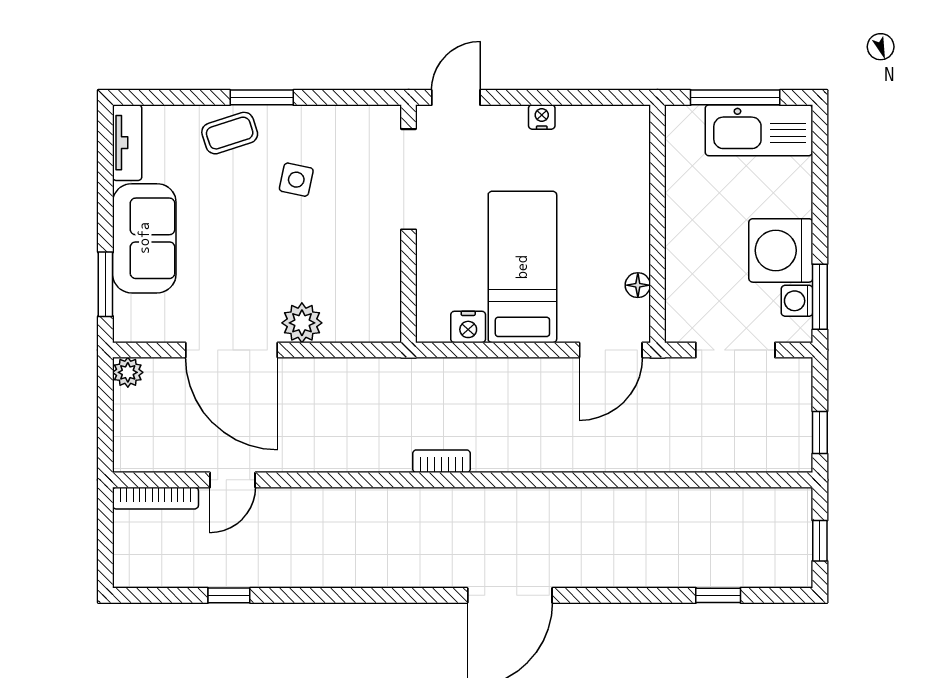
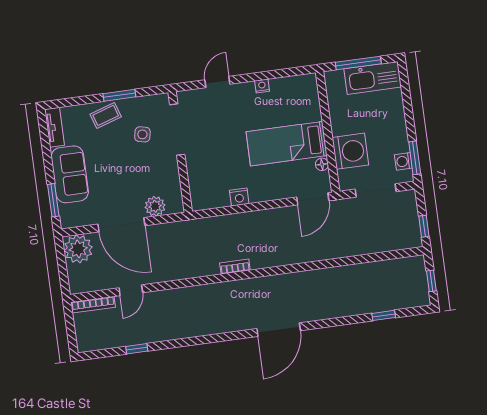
doorway: (409, 179) -> (177, 130), moved
wall: (409, 224) -> (180, 152), moved
washing machine: (781, 250) -> (350, 151), moved, turned 180
bed: (522, 267) -> (287, 144), moved, turned -90
plant: (128, 372) -> (78, 249), width x1.88, depth x1.88

